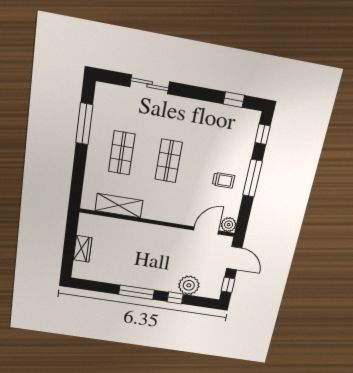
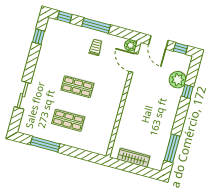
shelving: (119, 206) -> (107, 127), removed
wardrobe: (83, 249) -> (134, 158), width x1.50
door: (234, 258) -> (158, 42), swing flipped
window: (137, 292) -> (172, 148), moved

